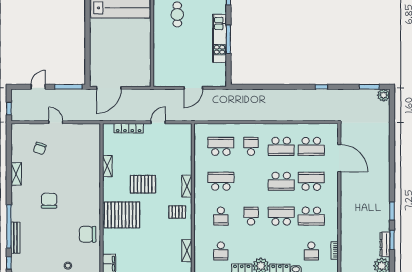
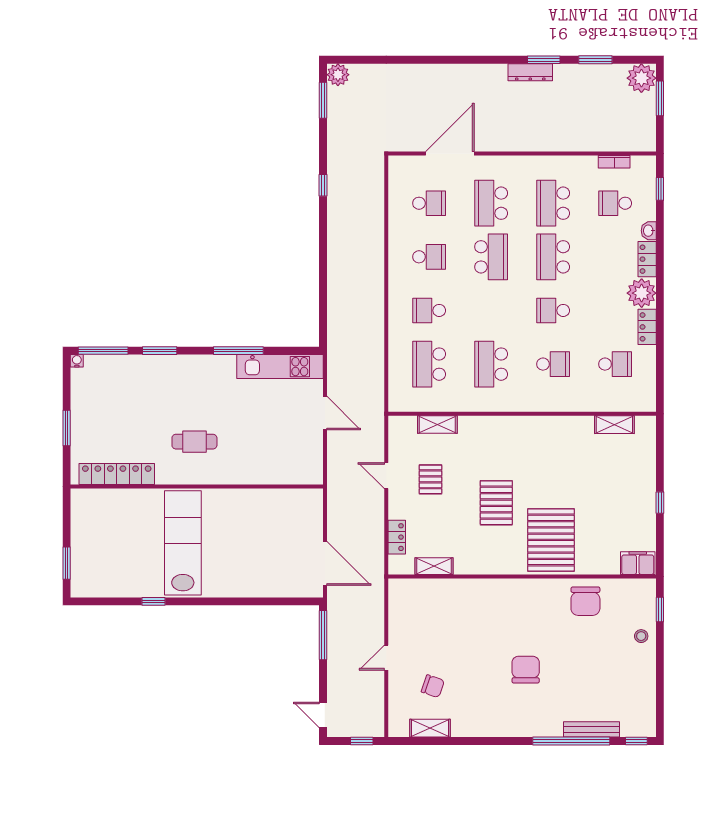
kitchen unit: (219, 39) -> (280, 367), moved
door: (38, 87) -> (323, 715), moved
locker: (129, 128) -> (397, 537), width x0.66
school desk: (281, 146) -> (429, 257), width x0.54
school desk: (311, 146) -> (429, 203), width x0.54
shelving: (107, 166) -> (434, 566), moved
shelving: (16, 174) -> (430, 728), moved
shelving: (187, 186) -> (437, 425), moved
chair: (49, 201) -> (526, 670), turned 90
pallet: (177, 212) -> (430, 479), moved
school desk: (311, 216) -> (553, 203), turned 180
dresser: (385, 244) -> (530, 72), moved
school desk: (311, 251) -> (615, 203), turned 180

